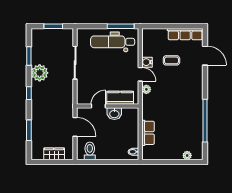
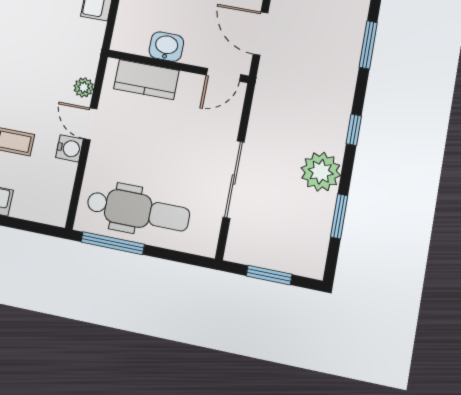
door: (98, 106) -> (223, 75), moved

